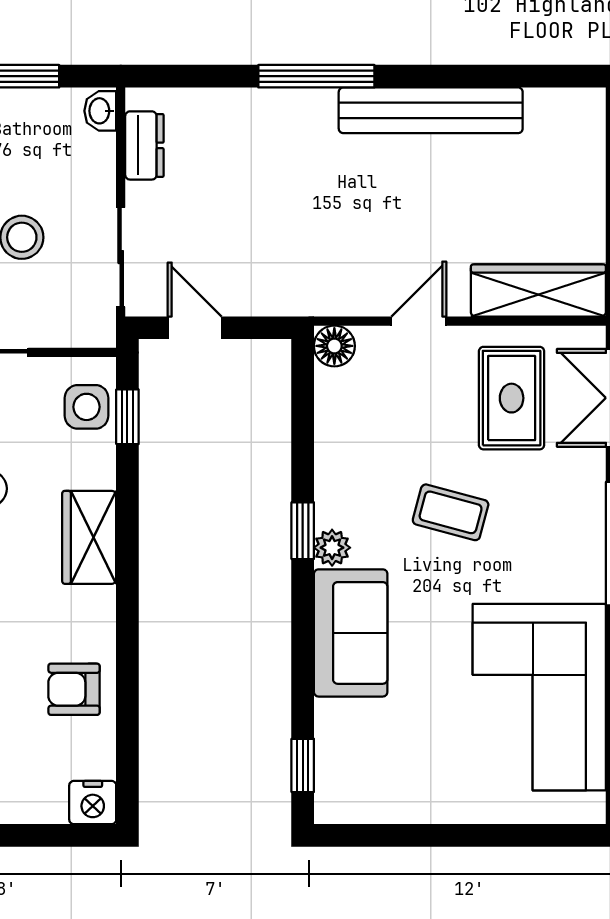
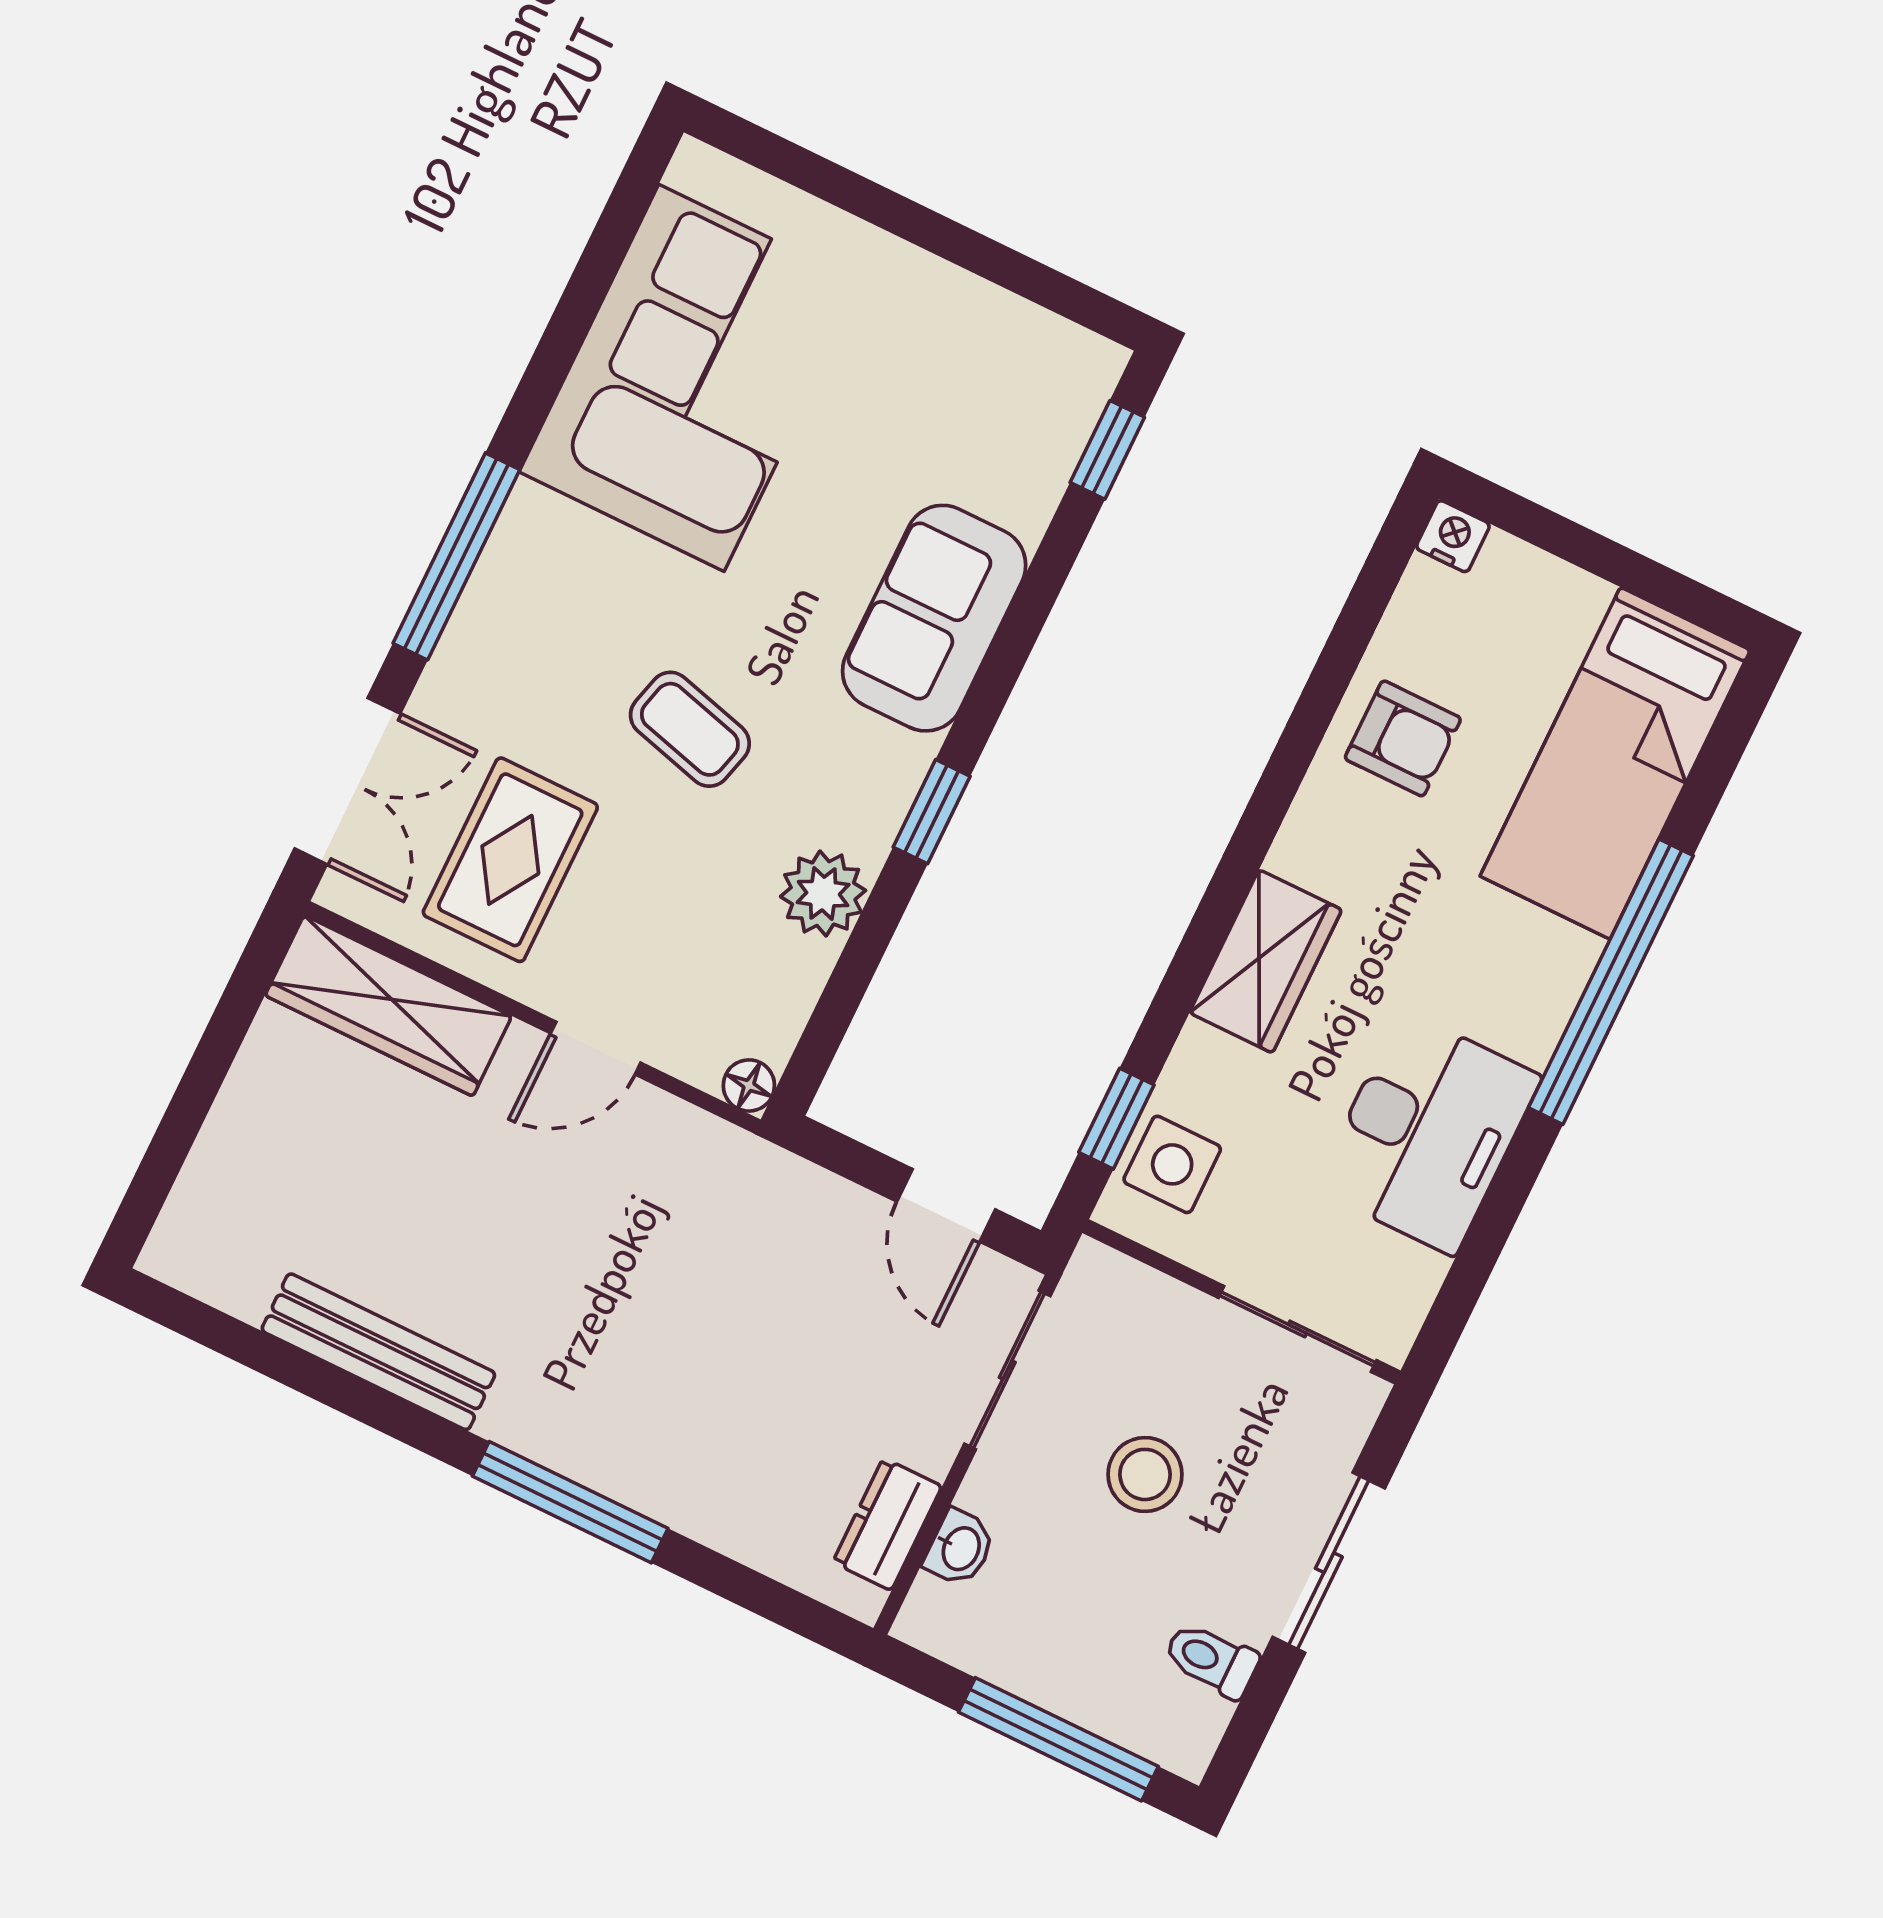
bench: (431, 110) -> (378, 1352), width x0.73, depth x0.82
washbasin: (100, 111) -> (960, 1548), moved
floor lamp: (334, 346) -> (749, 1085), width x0.73, depth x0.73
plant: (332, 548) -> (823, 894), moved, width x1.38, depth x1.38
nightstand: (93, 803) -> (1453, 536), width x0.72, depth x0.74

